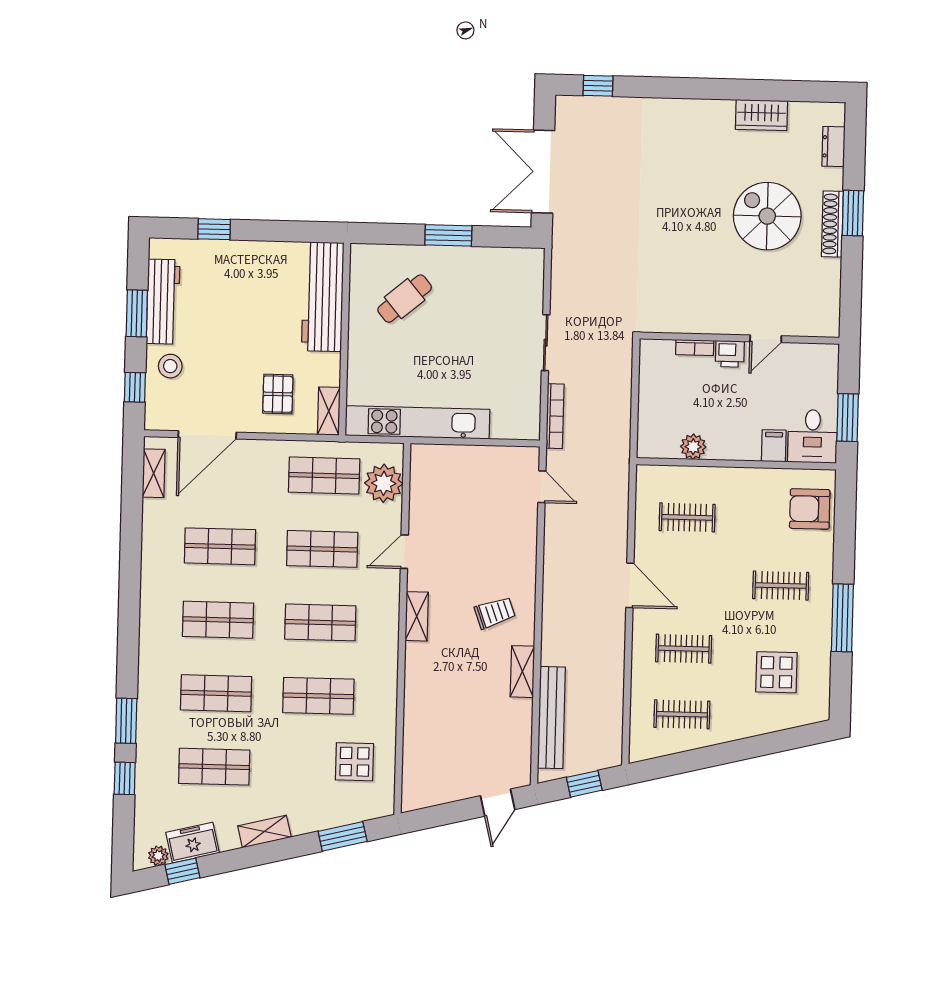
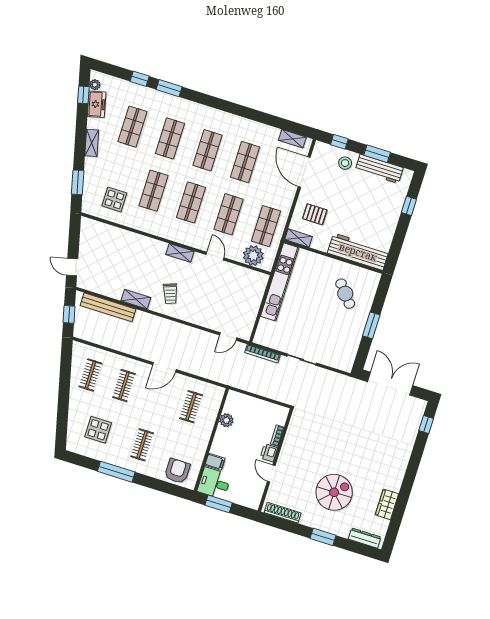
dresser: (833, 147) -> (365, 538), width x1.44
shoe rack: (832, 224) -> (283, 513), moved

